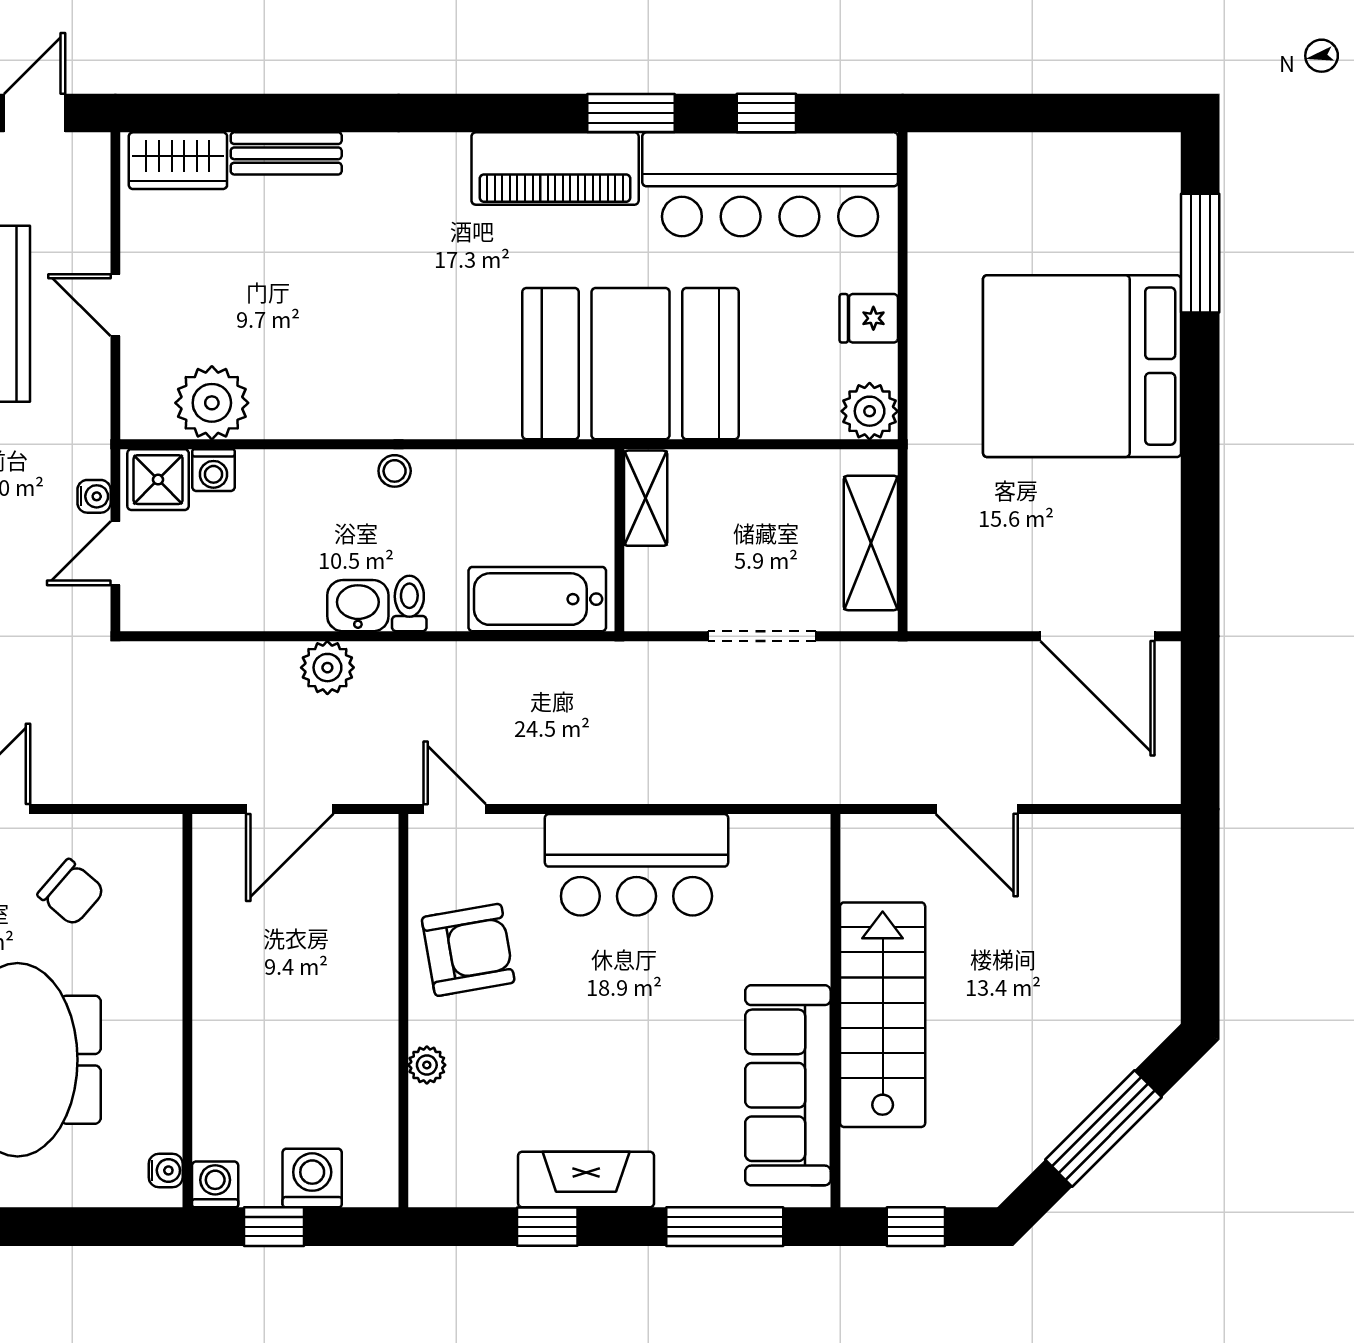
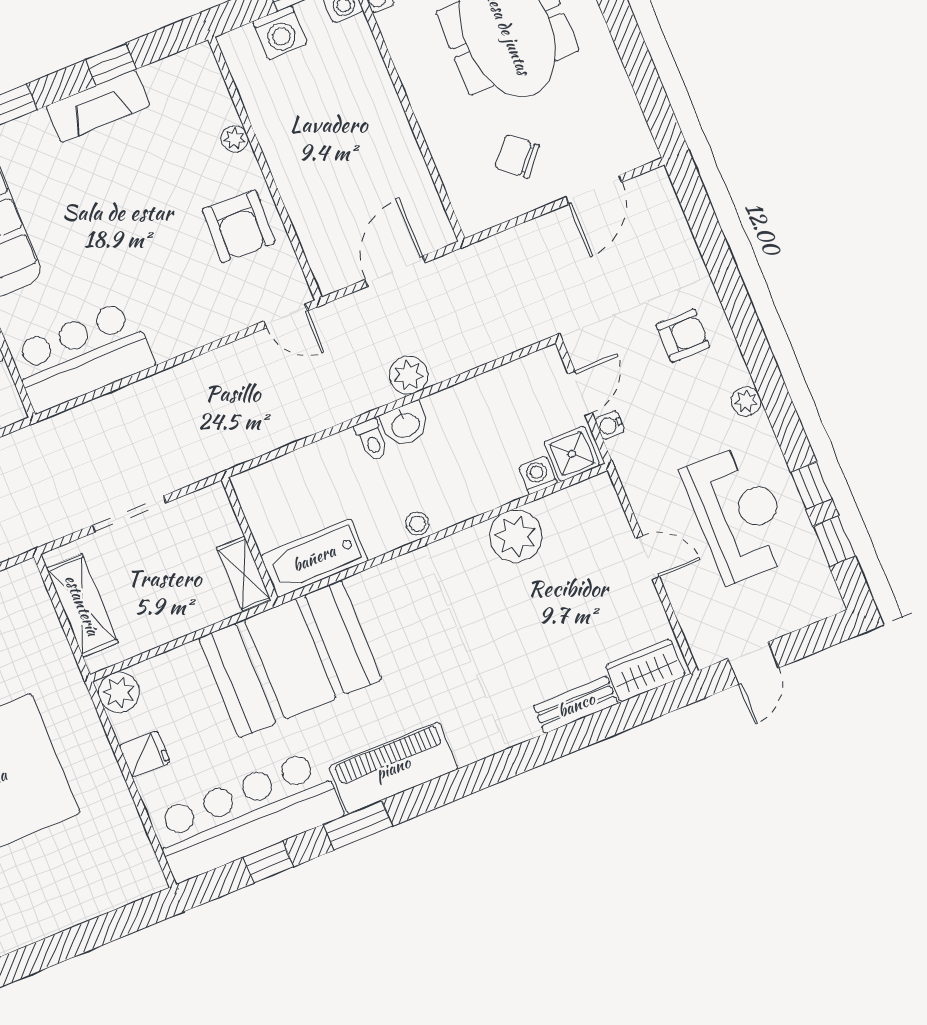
plant: (212, 403) -> (516, 536), moved
bathtub: (537, 599) -> (314, 558), moved, turned 180
bar counter: (636, 865) -> (82, 356), moved
armchair: (468, 950) -> (239, 226), turned -78

